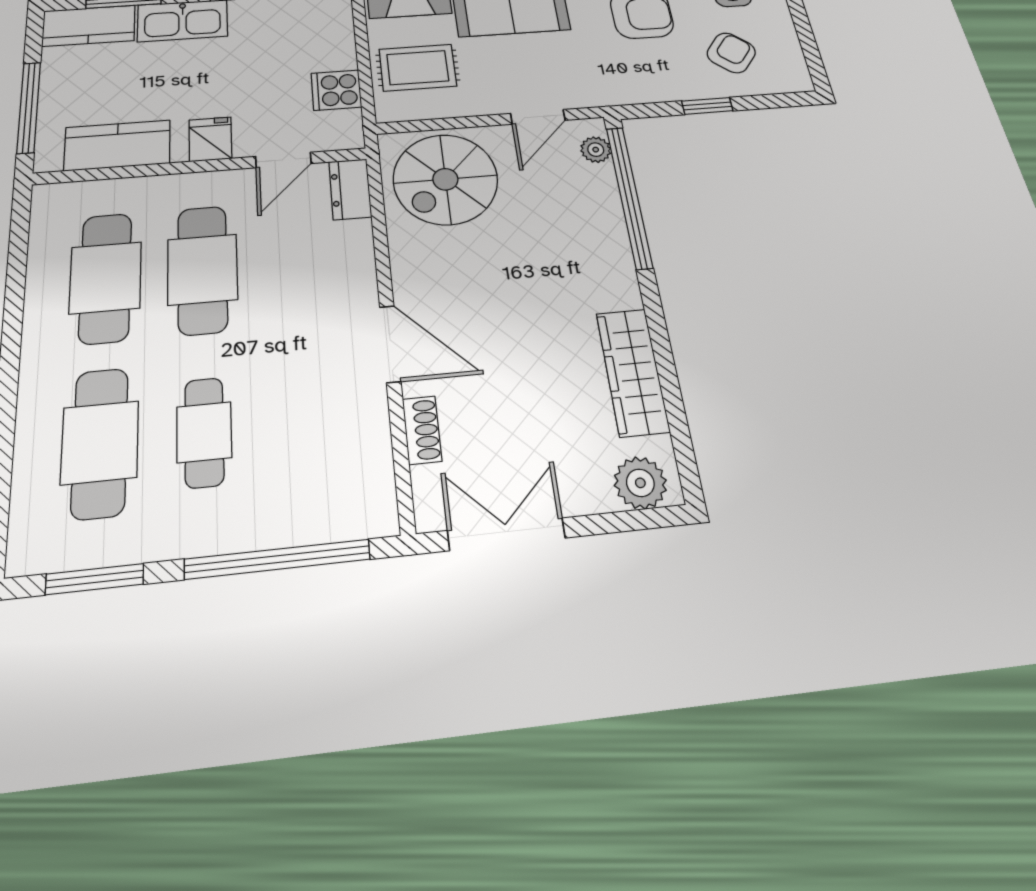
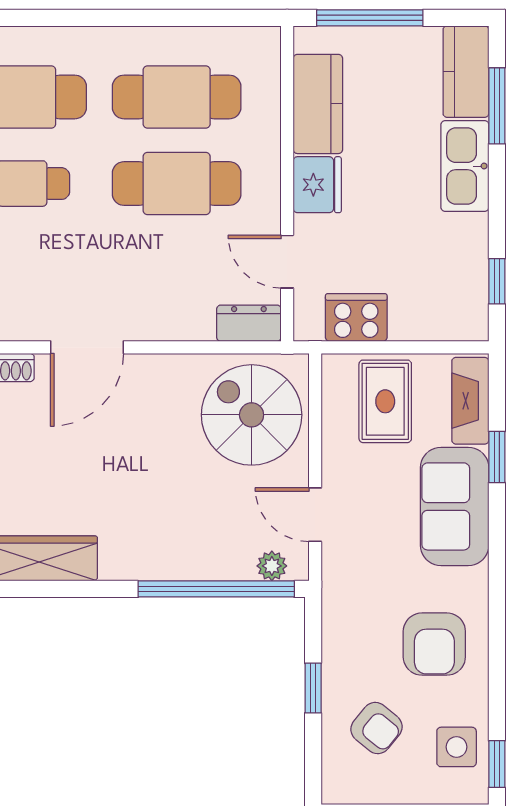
cooker: (336, 90) -> (356, 317), width x1.36
fridge: (210, 139) -> (317, 185), width x1.38

